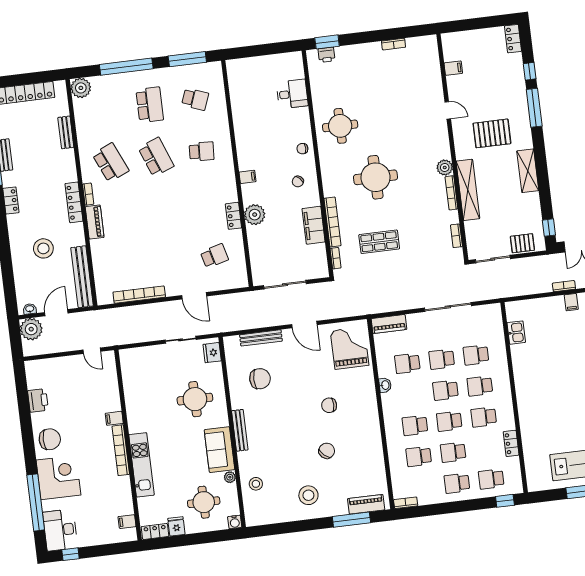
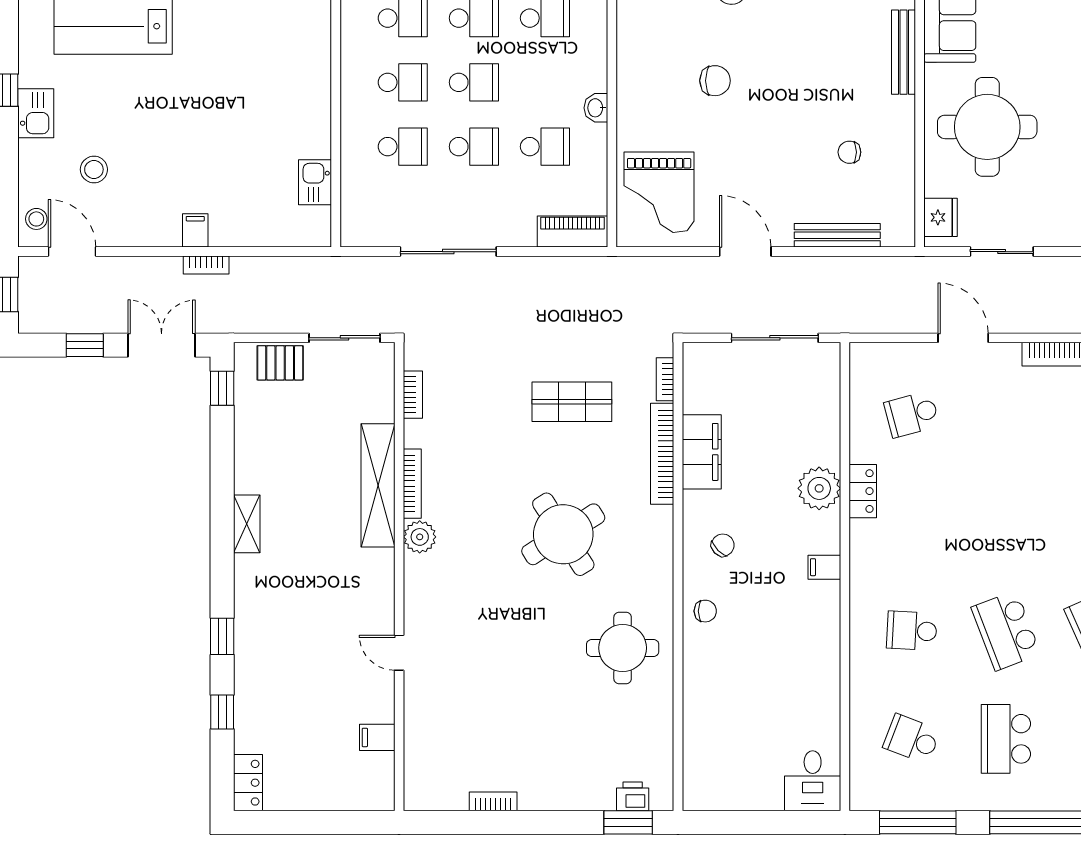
desk: (292, 94) -> (813, 781), moved, turned -90
window: (534, 108) -> (222, 636), width x0.46
pallet: (492, 133) -> (315, 595), removed
shelving: (528, 171) -> (247, 524), width x0.67, depth x0.75
round table: (376, 177) -> (563, 534), turned -32
chair: (260, 379) -> (849, 152), width x0.54, depth x0.54
round table: (195, 399) -> (987, 127), width x1.36, depth x1.36

